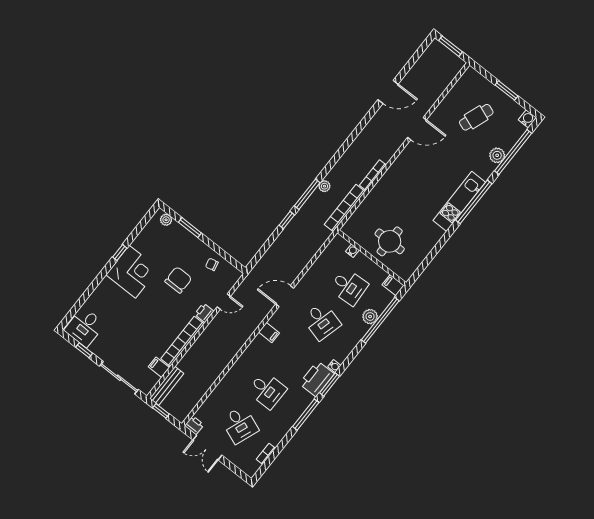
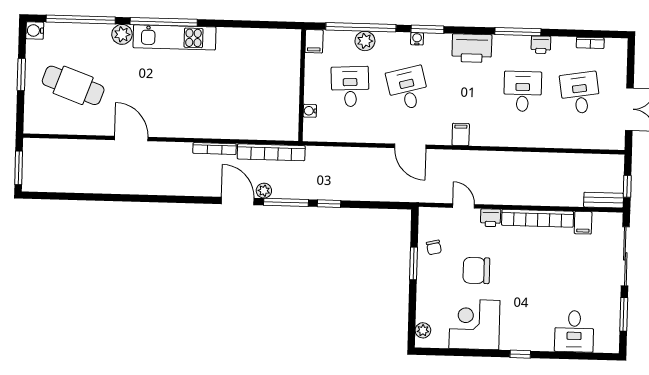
door: (388, 92) -> (238, 201), moved
cafe table: (476, 117) -> (73, 85), width x1.37, depth x1.35
plant: (497, 155) -> (122, 34), moved
window: (190, 228) -> (413, 263), moved
round table: (390, 241) -> (271, 79), removed
window: (120, 252) -> (520, 354), moved
corner desk: (132, 272) -> (474, 324), moved
desk: (322, 321) -> (408, 88), turned -30
desk: (85, 327) -> (574, 331), moved, turned 90
window: (84, 350) -> (624, 314), width x1.50
water cooler: (334, 366) -> (417, 39), moved
window: (329, 385) -> (427, 29), moved
bench: (167, 386) -> (604, 200), width x0.73
printer: (194, 425) -> (541, 45), moved, turned -90
desk: (240, 425) -> (580, 93), turned -30

